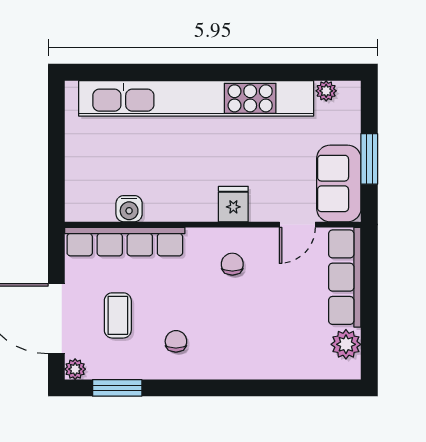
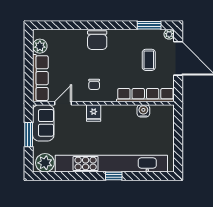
window: (191, 72) -> (114, 176), added
plant: (326, 91) -> (45, 163), width x1.87, depth x1.87
chair: (176, 341) -> (97, 40), moved, width x1.87, depth x1.87

